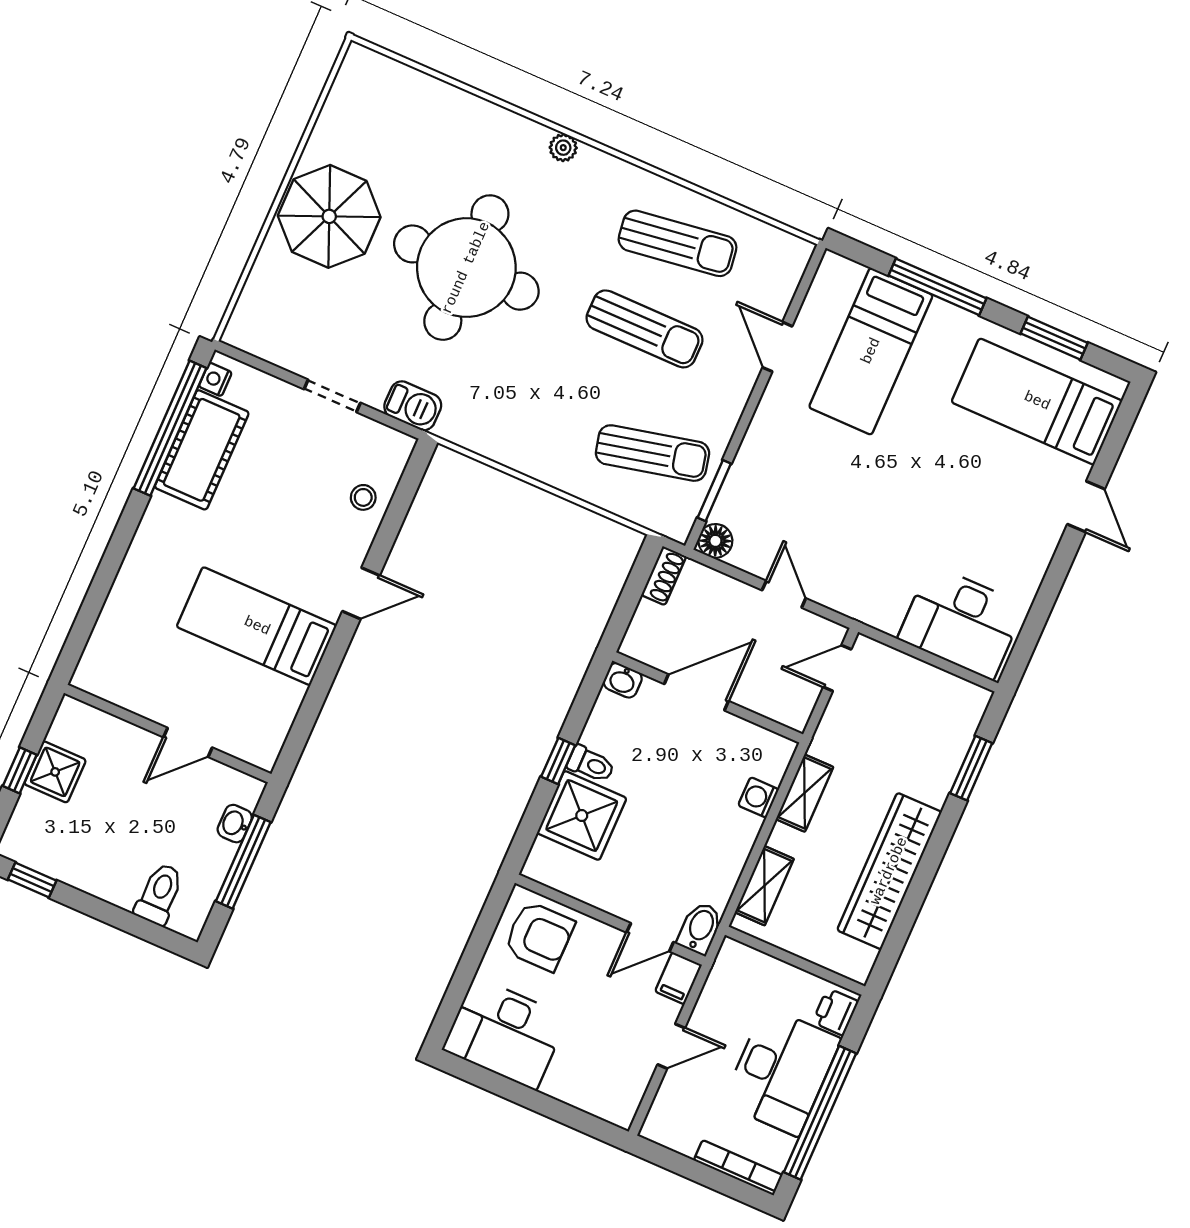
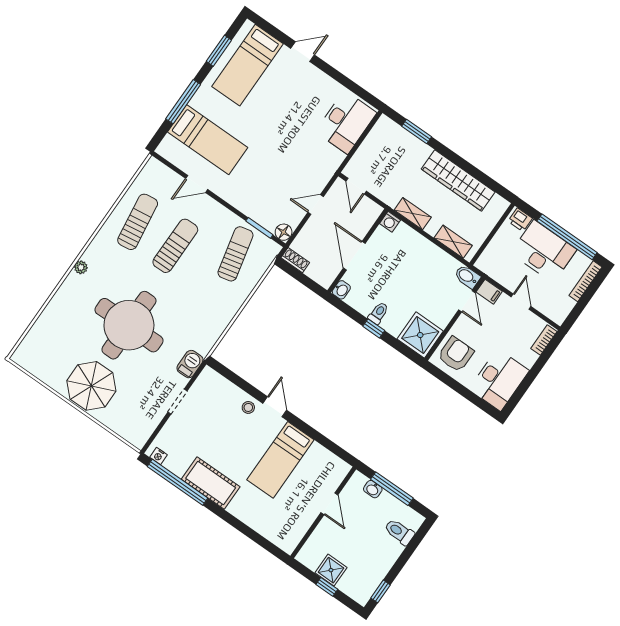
cot: (202, 450) -> (211, 483), moved
stool: (363, 497) -> (248, 407), moved
washing machine: (758, 797) -> (390, 222), moved
shower: (582, 816) -> (420, 335), moved
bookcase: (603, 1108) -> (544, 340), added

